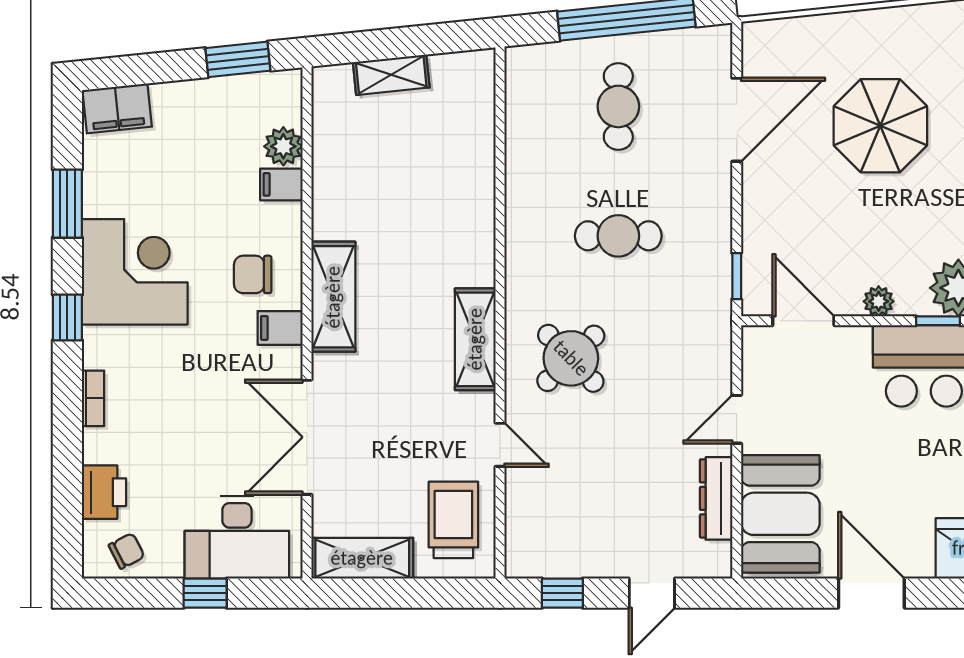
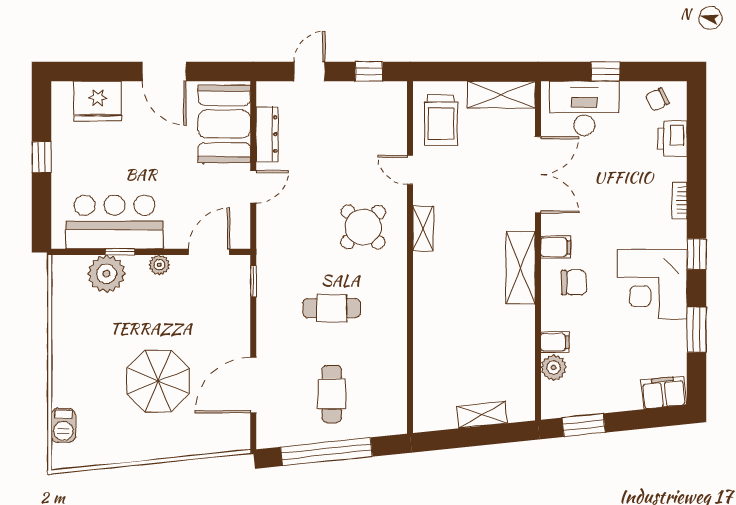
door: (803, 321) -> (209, 252), swing flipped
shelving: (475, 339) -> (423, 228), width x0.67, depth x0.75

